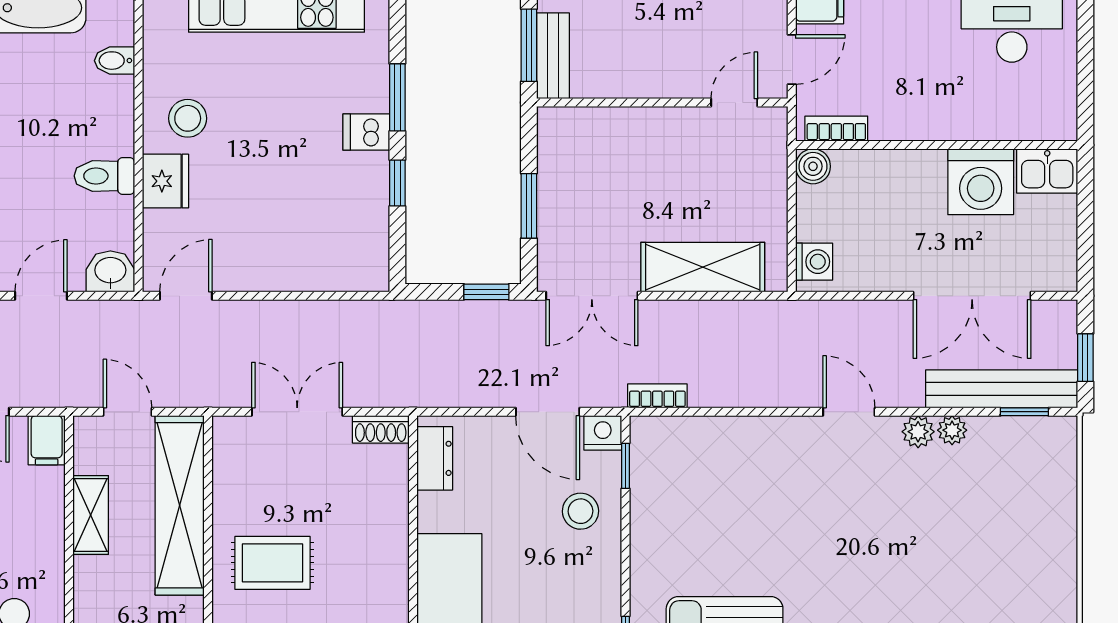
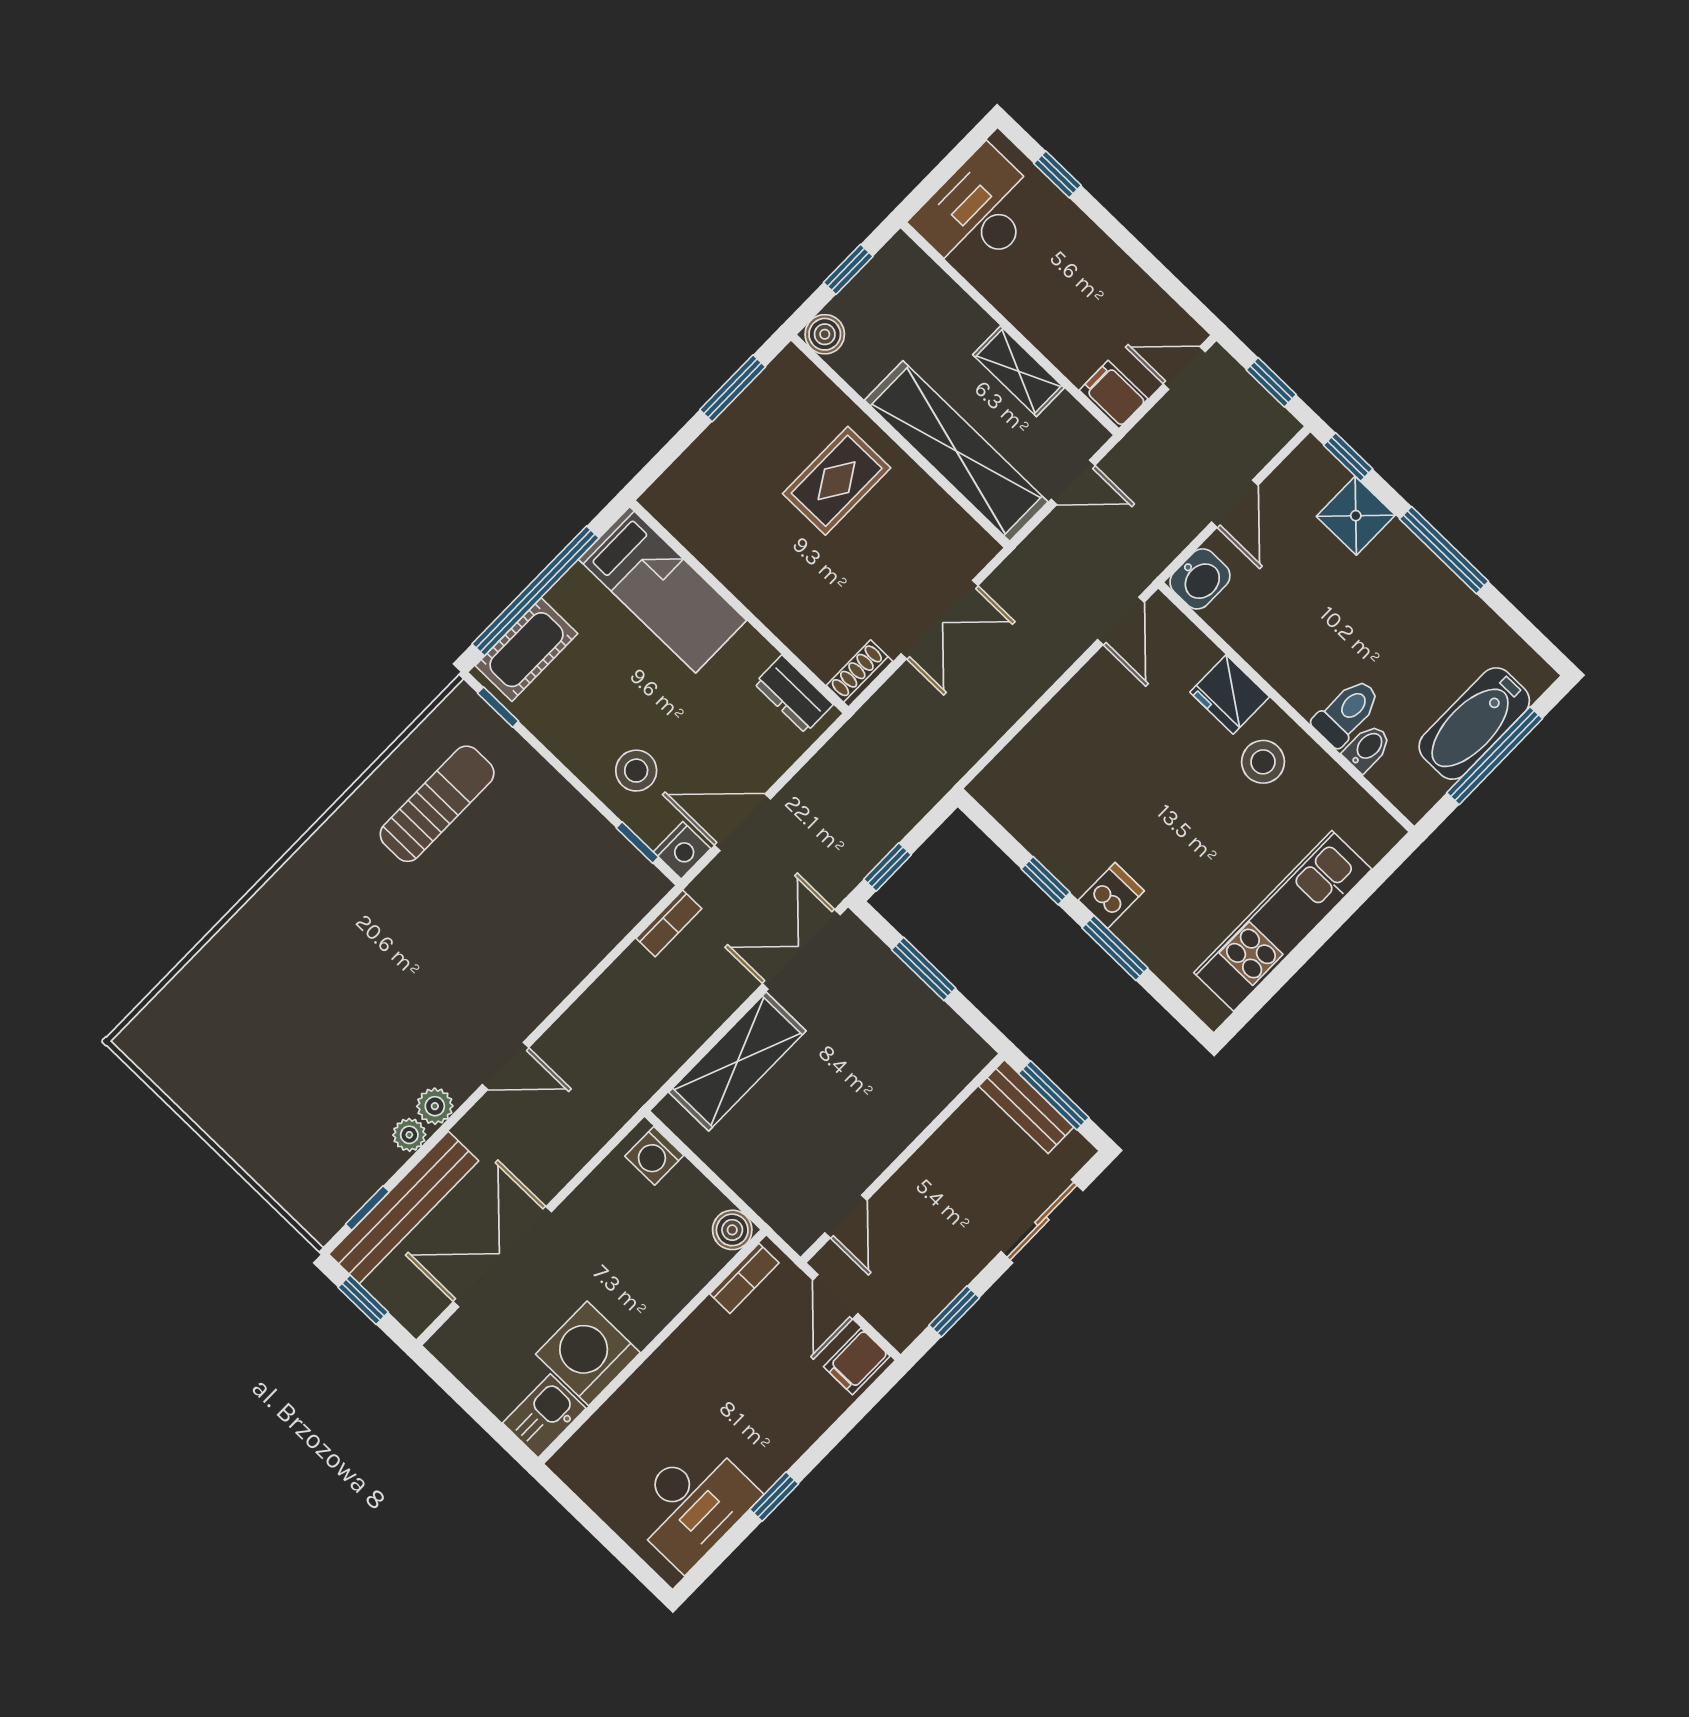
toilet: (104, 176) -> (1347, 712), moved

